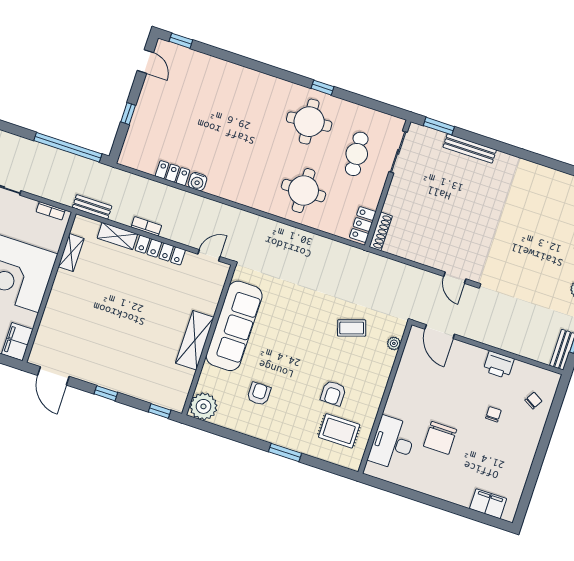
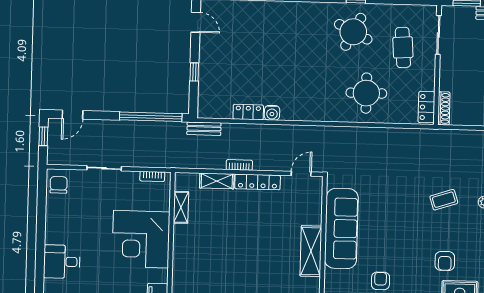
round table: (309, 122) -> (353, 32), turned 32
bench: (92, 207) -> (204, 129), moved

